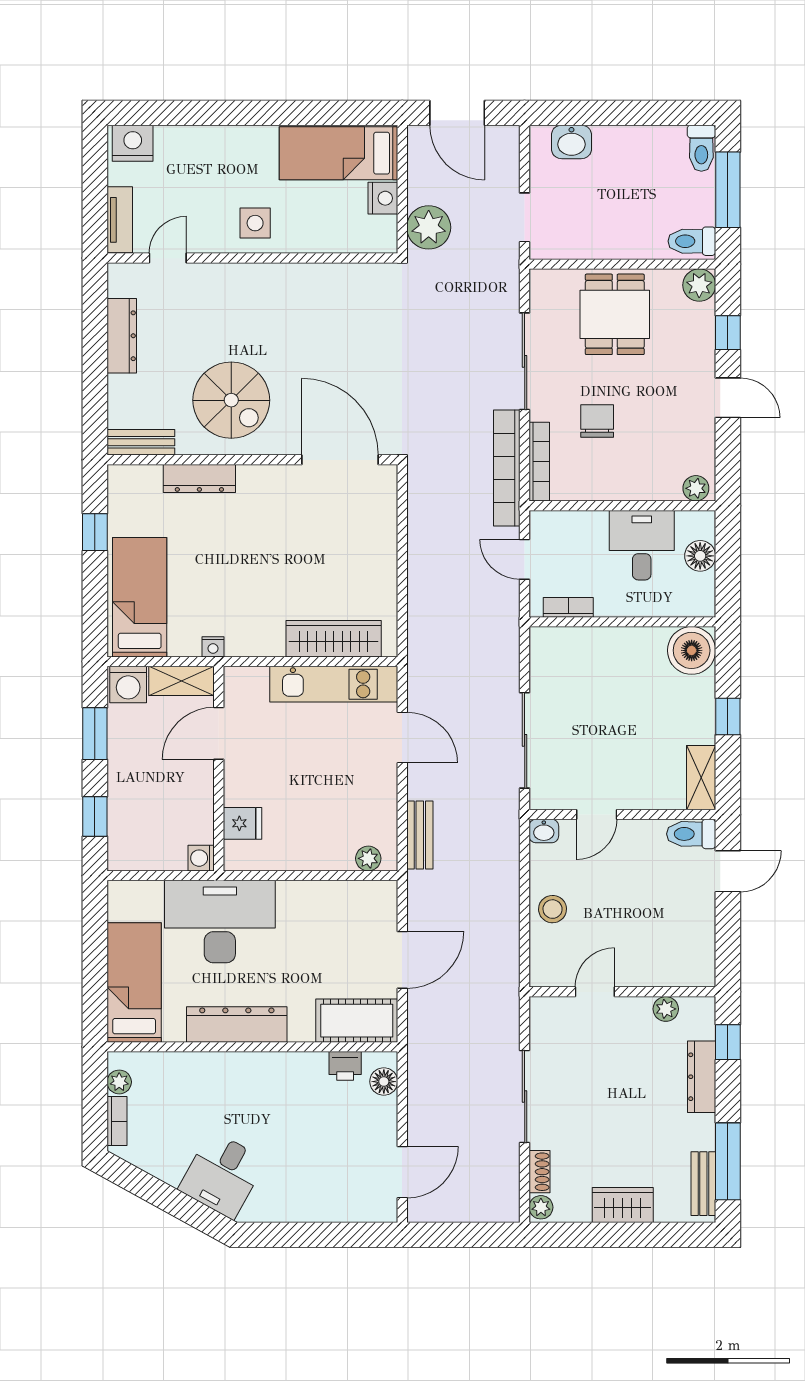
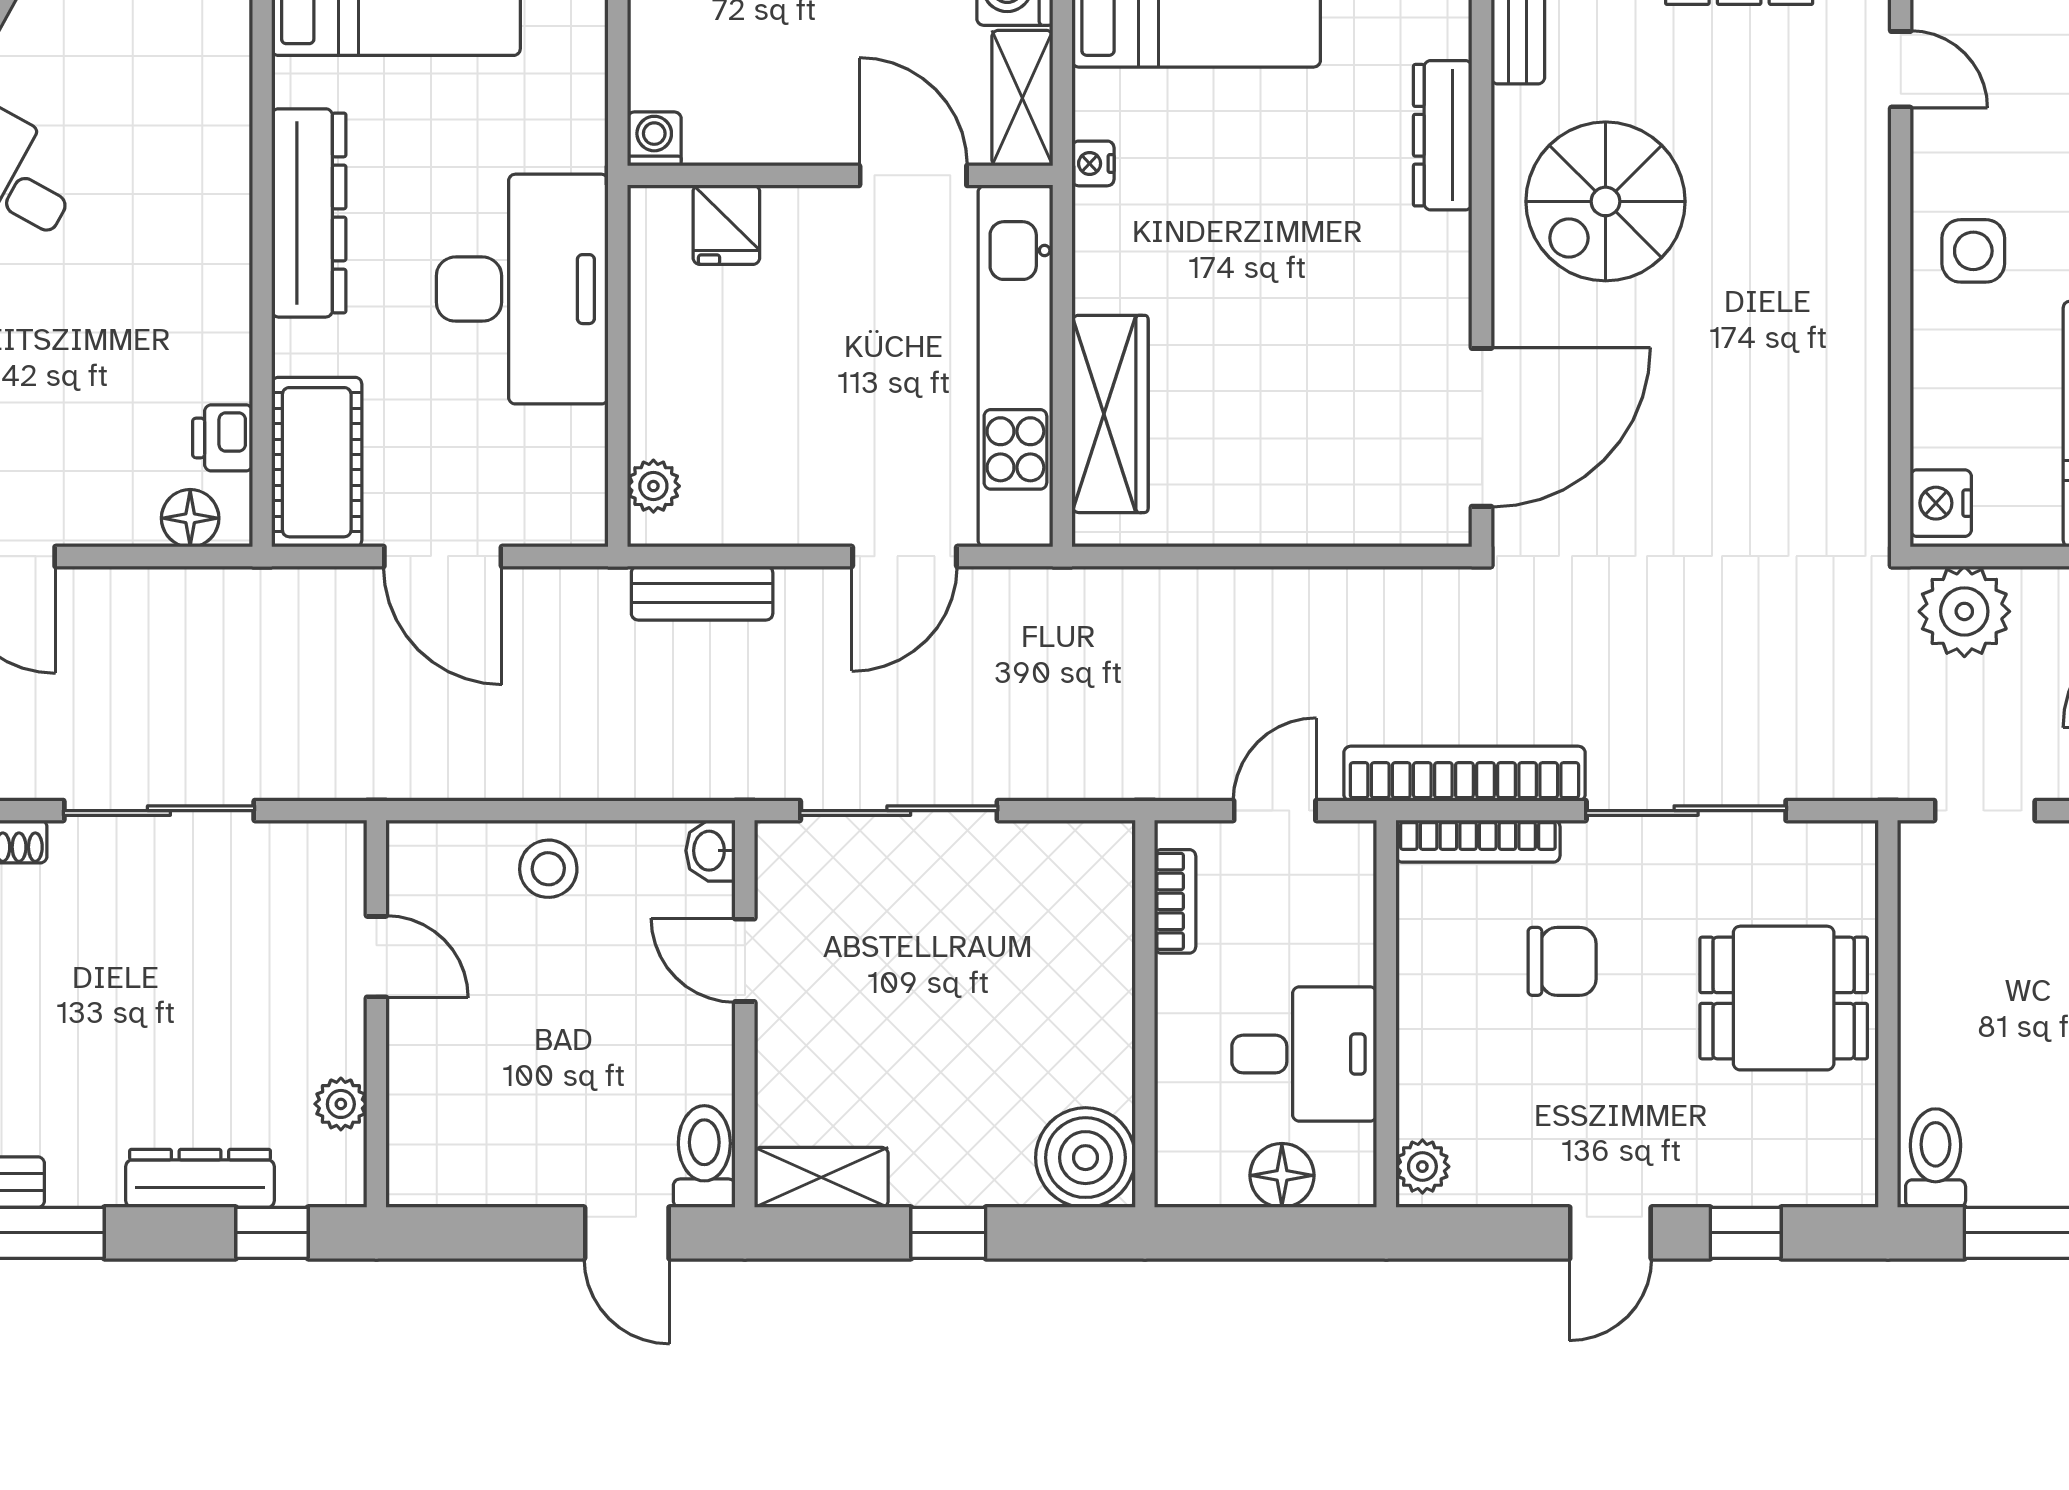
nightstand: (383, 198) -> (1941, 503), moved, turned 90
plant: (699, 285) -> (1844, 1173), removed
kitchen unit: (334, 684) -> (1015, 366), width x1.36
desk: (220, 922) -> (522, 289), moved

